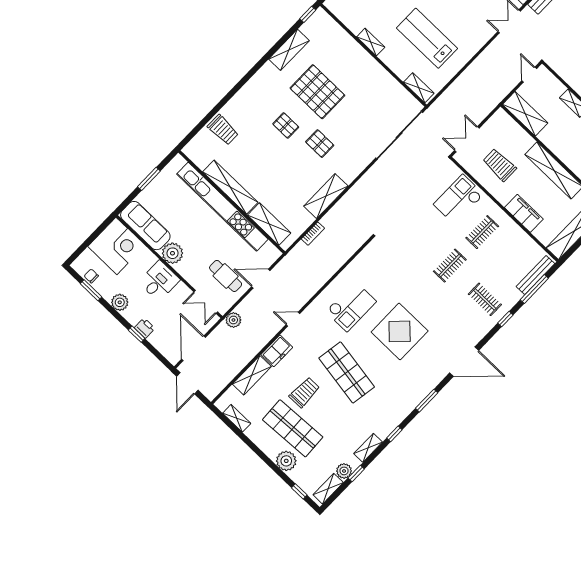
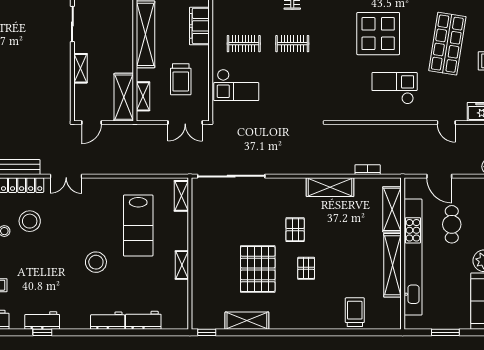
shelving: (513, 127) -> (143, 96), added
cafe table: (226, 276) -> (452, 224), moved

